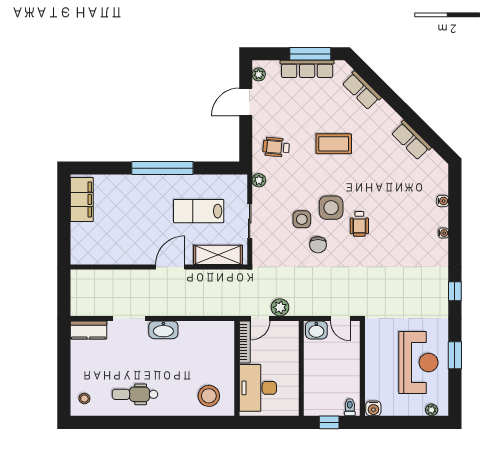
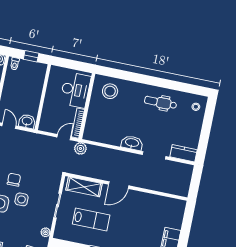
plant: (280, 307) -> (80, 148), moved
dental chair: (135, 394) -> (161, 103), turned 180

